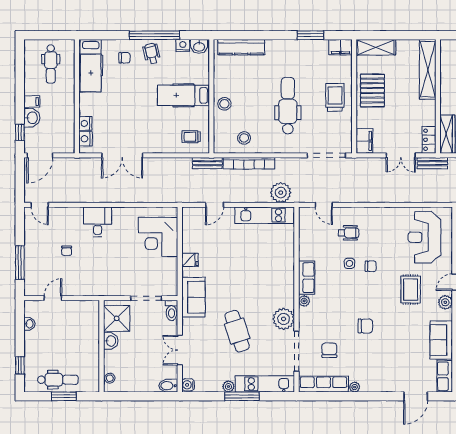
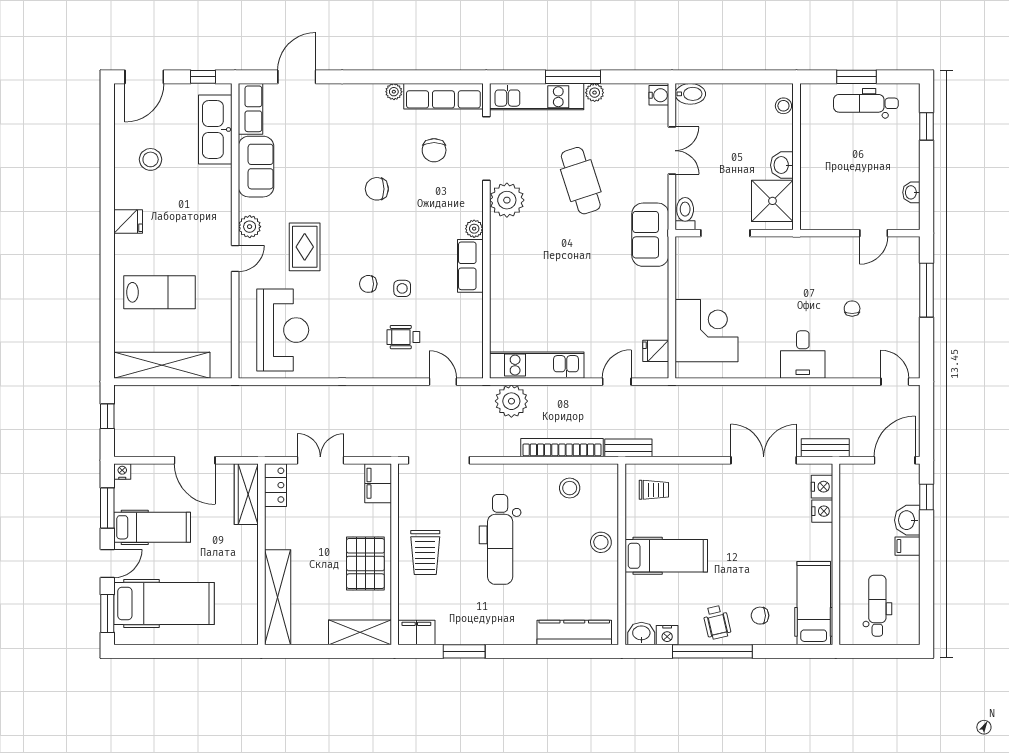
bench: (432, 163) -> (825, 448), moved
fridge: (190, 260) -> (656, 351), moved

